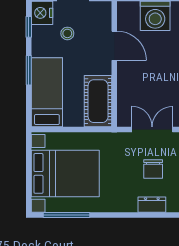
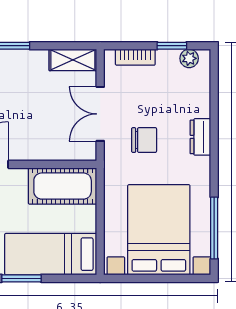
chair: (153, 169) -> (144, 140), moved
dresser: (152, 205) -> (200, 137), moved

